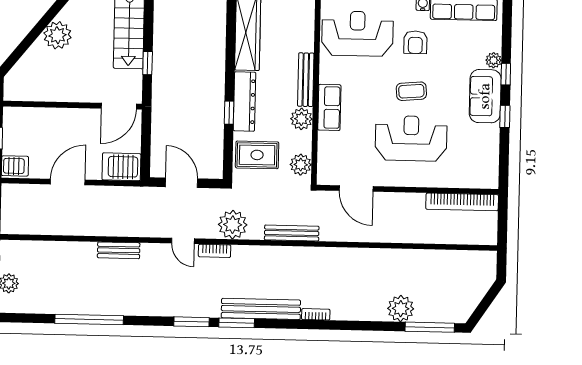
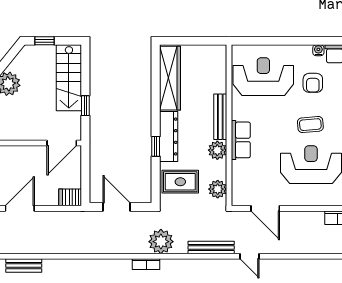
server rack: (121, 167) -> (70, 197), width x0.73, depth x0.70
door: (183, 241) -> (249, 256), moved
bench: (119, 250) -> (24, 266), moved

